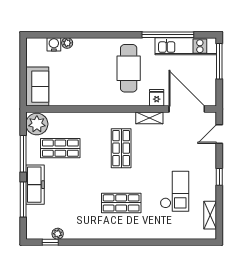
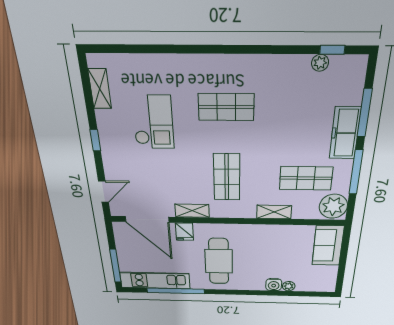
water cooler: (54, 44) -> (274, 285), moved
shelving: (83, 118) -> (274, 212), added
checkout: (175, 191) -> (153, 122), turned 180

